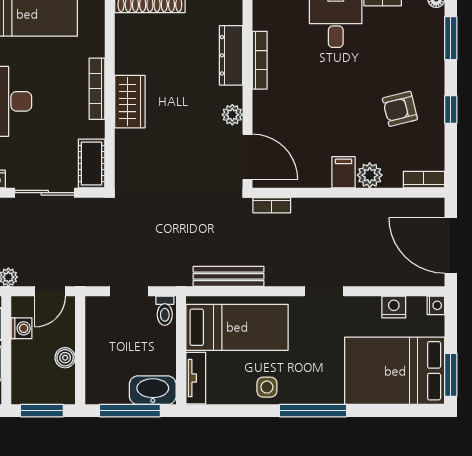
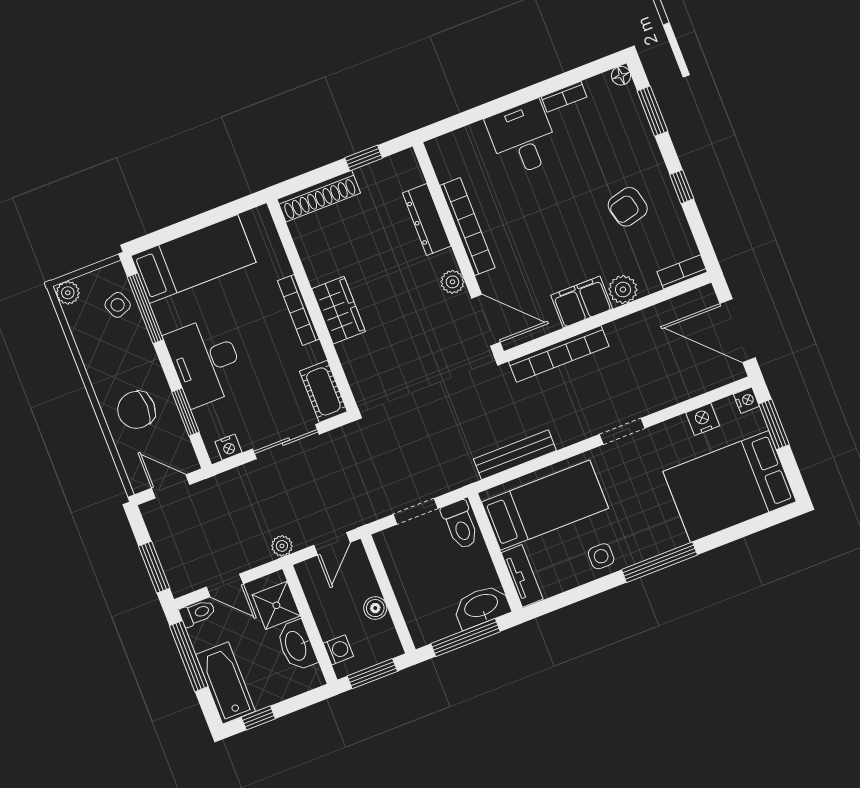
bookcase: (260, 60) -> (467, 227), width x1.48, depth x1.31
filing cabinet: (344, 172) -> (582, 302), width x2.00
bookcase: (272, 205) -> (559, 354), width x2.31, depth x1.31
toilet: (165, 311) -> (460, 525), width x1.37, depth x1.39
washing machine: (22, 328) -> (338, 650), moved
window: (451, 375) -> (774, 424), moved

